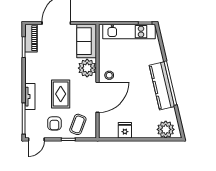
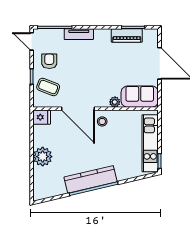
piano: (31, 38) -> (127, 36), moved
plant: (87, 68) -> (115, 102), width x0.53, depth x0.53
rug: (61, 94) -> (82, 68), removed
armchair: (54, 123) -> (49, 61), turned 90
plant: (166, 129) -> (43, 157), moved
fridge: (125, 130) -> (42, 117), moved

